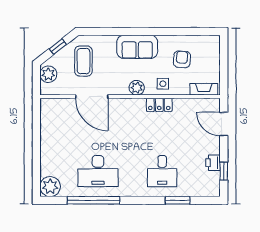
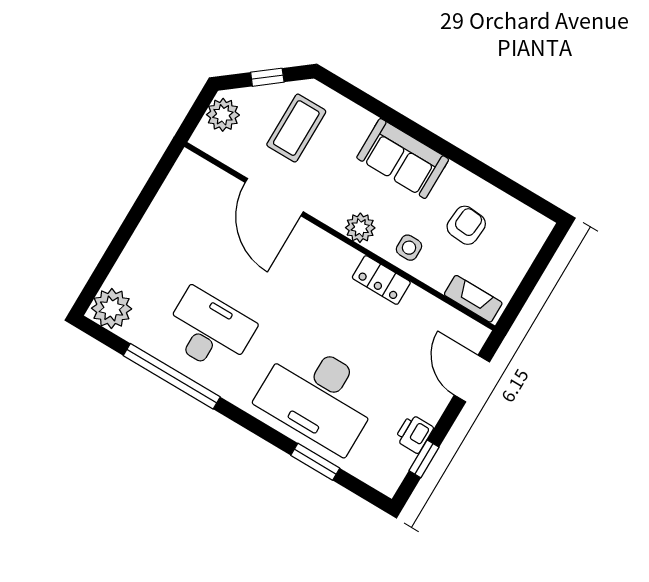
desk: (98, 171) -> (209, 331), turned 180
desk: (162, 171) -> (319, 396), width x1.87, depth x1.30

